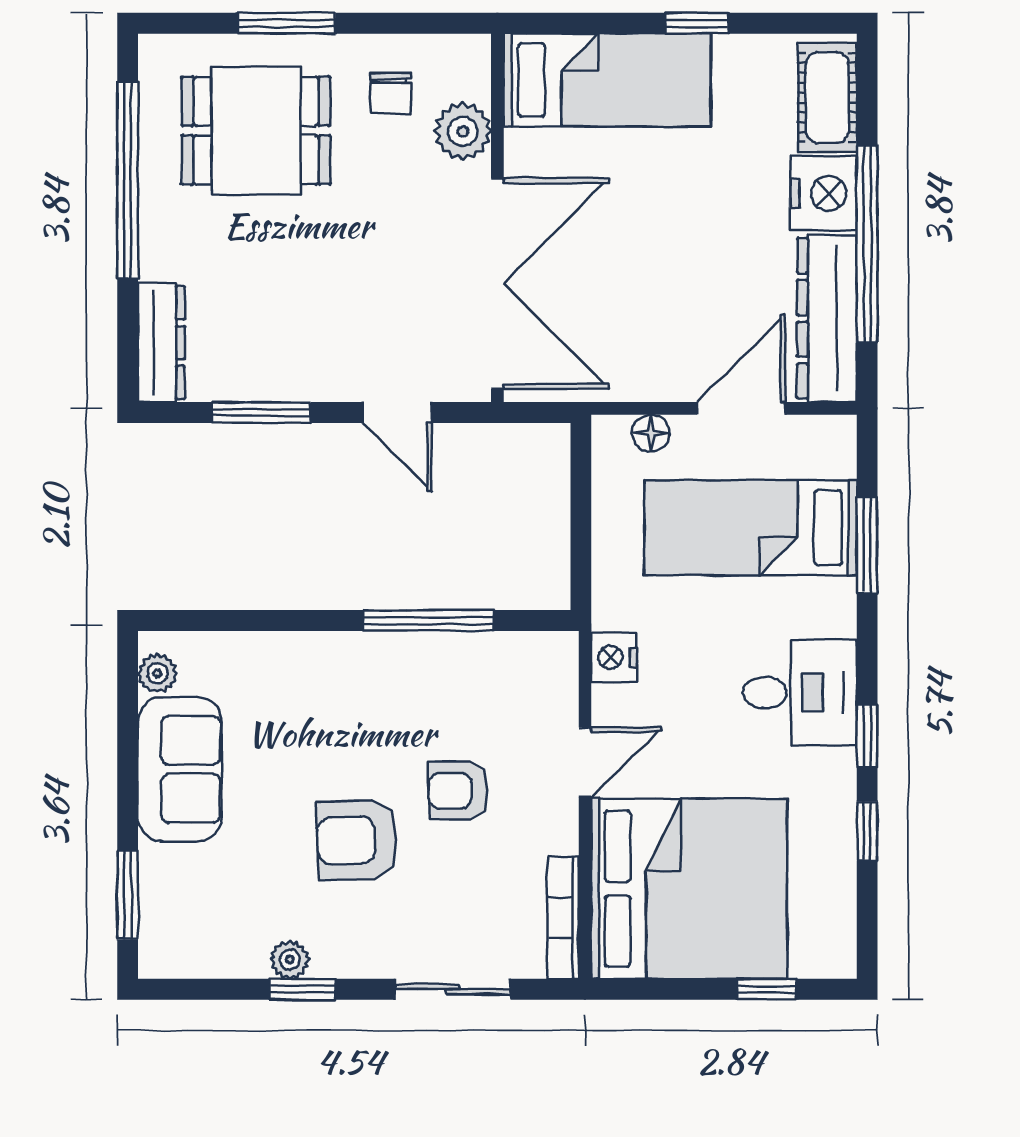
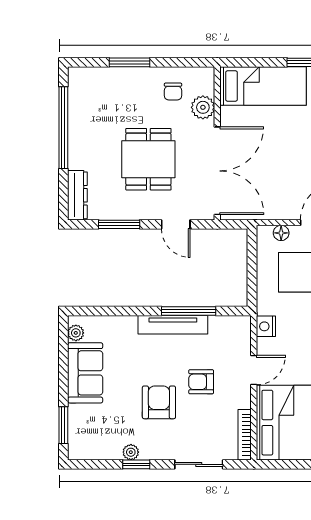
dining table: (256, 131) -> (148, 159), moved, turned 90
tv unit: (391, 654) -> (173, 325), added
armchair: (357, 840) -> (159, 402), turned 92

